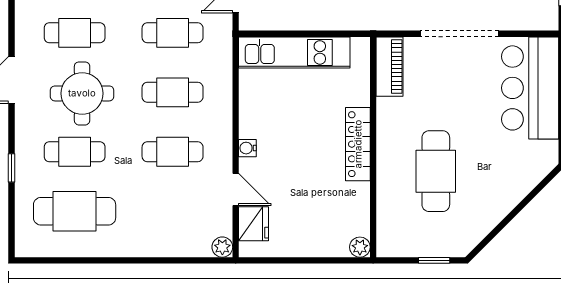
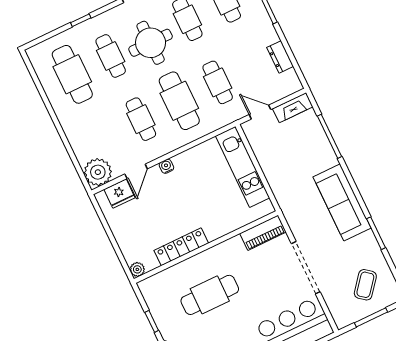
cafe table: (173, 92) -> (179, 101), width x1.37, depth x1.35
locker: (358, 144) -> (181, 247), moved
plant: (222, 247) -> (98, 172), width x1.87, depth x1.87

